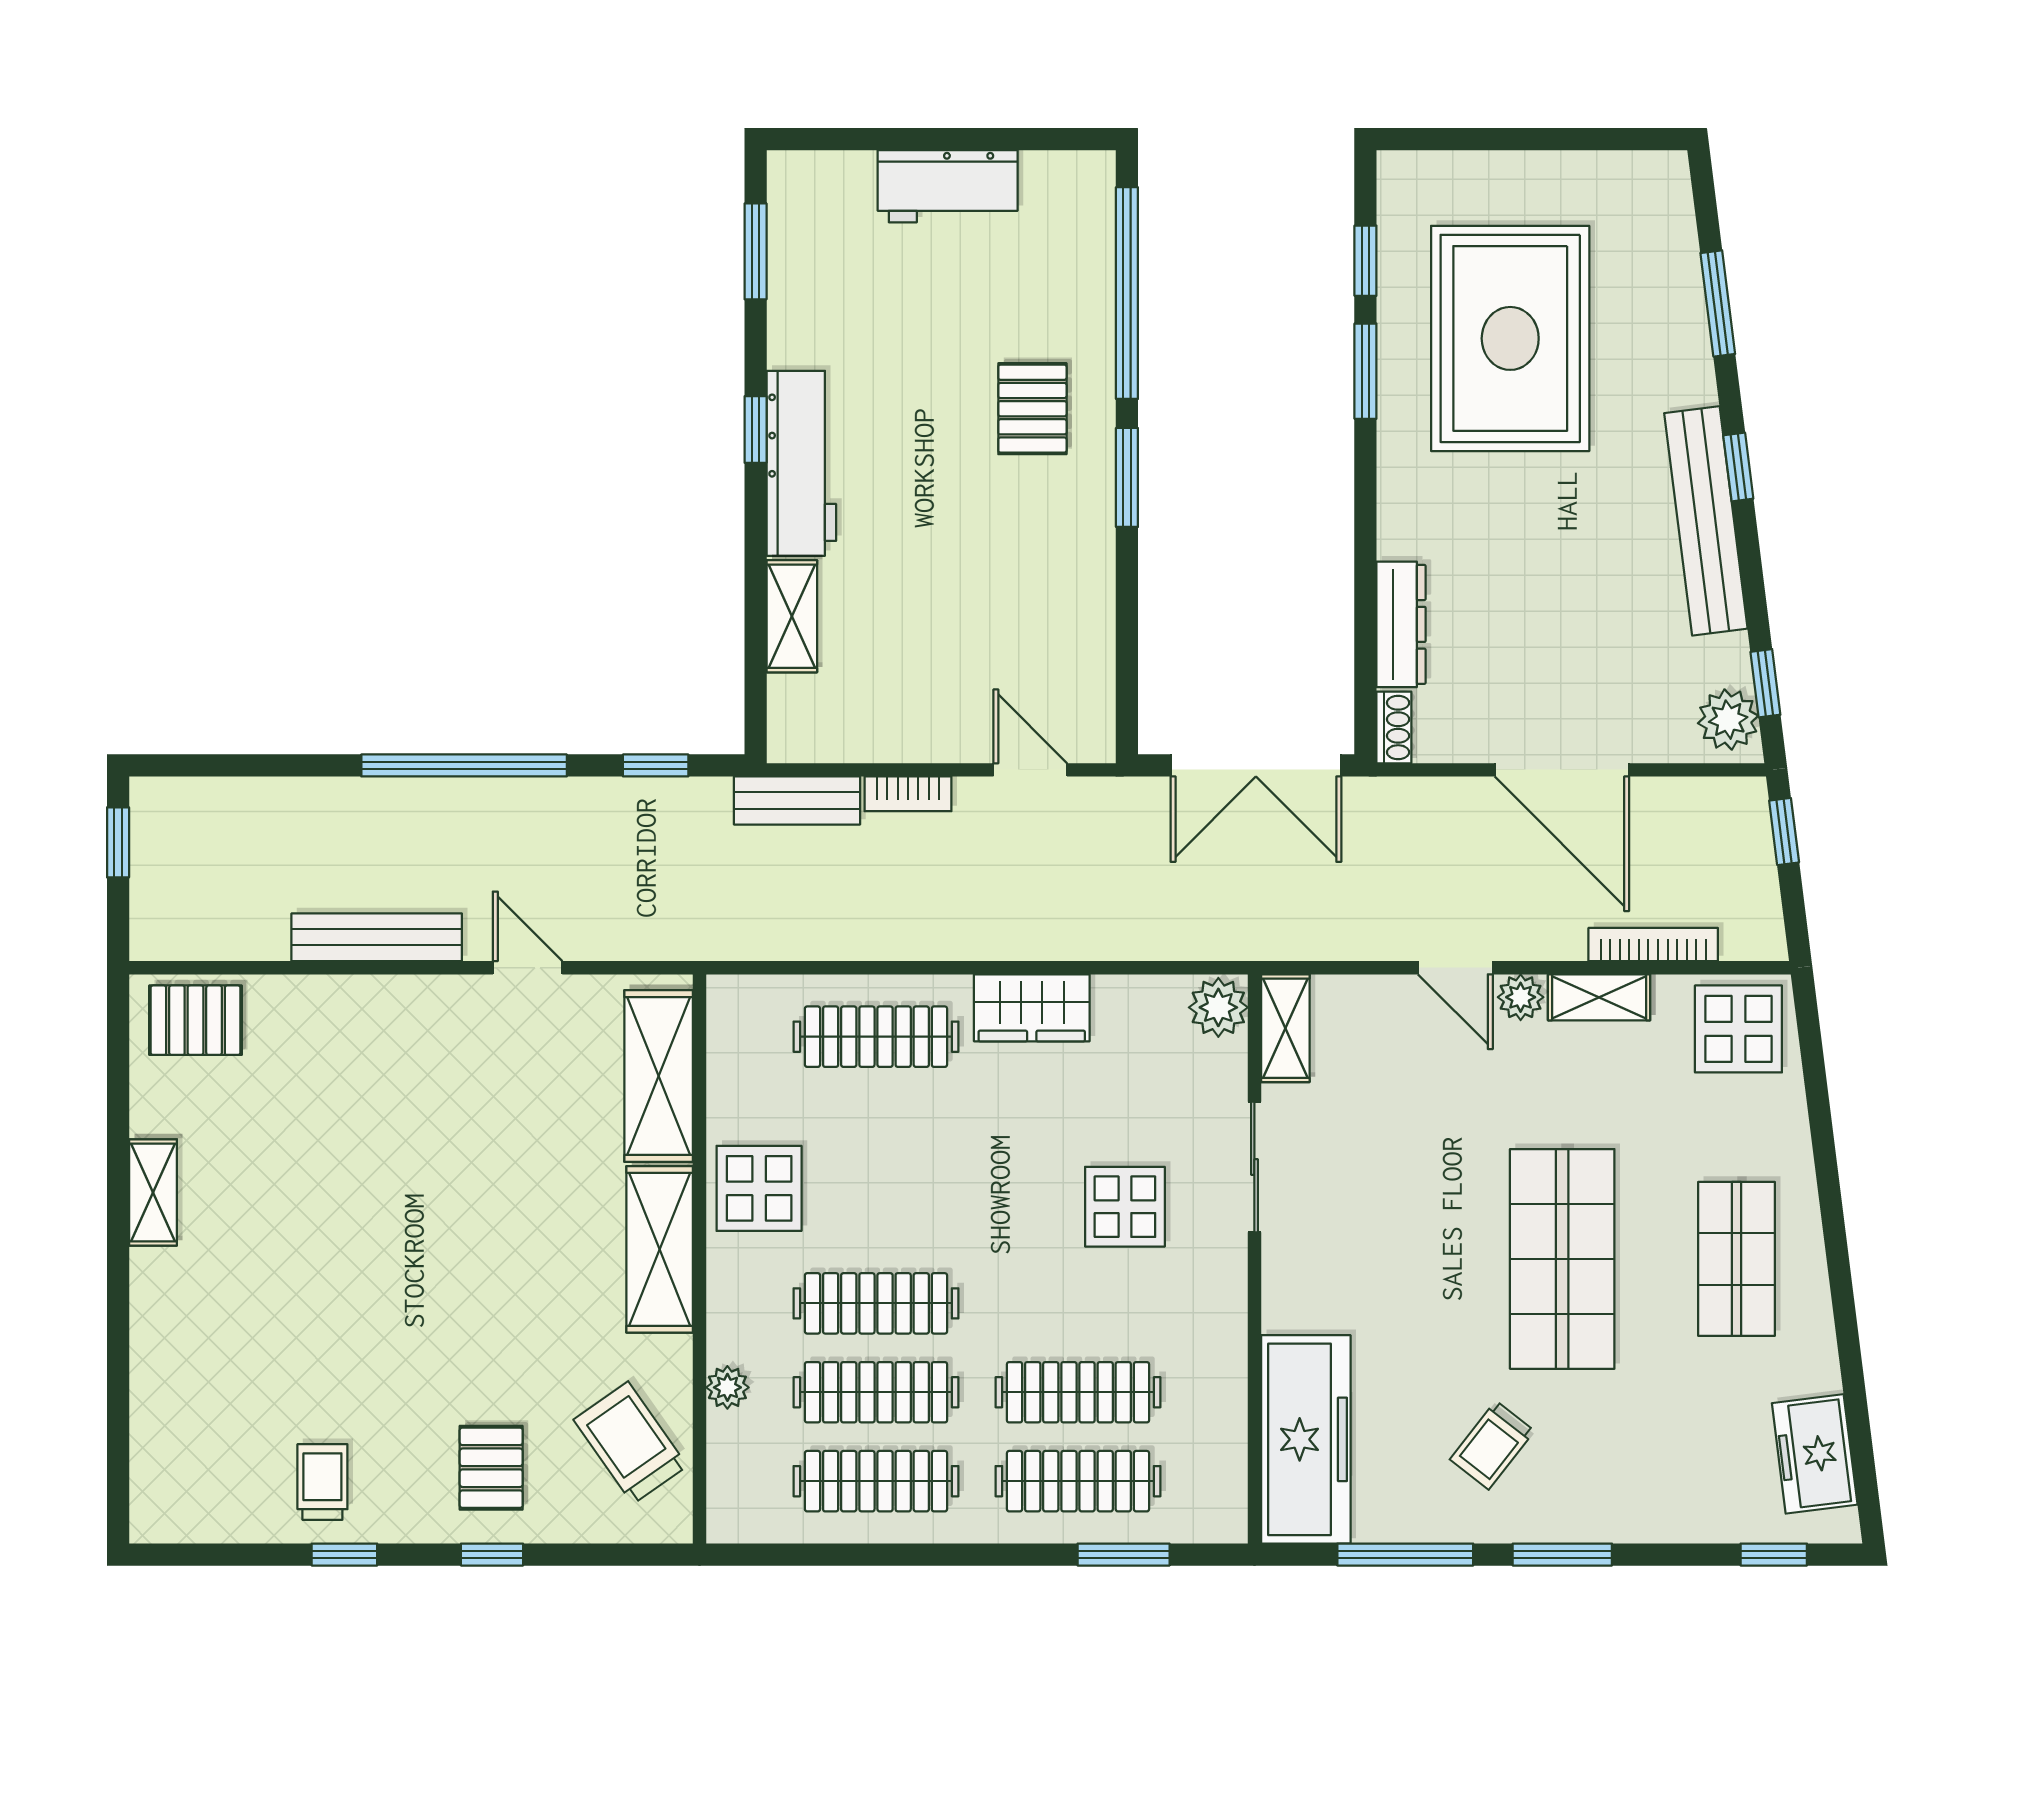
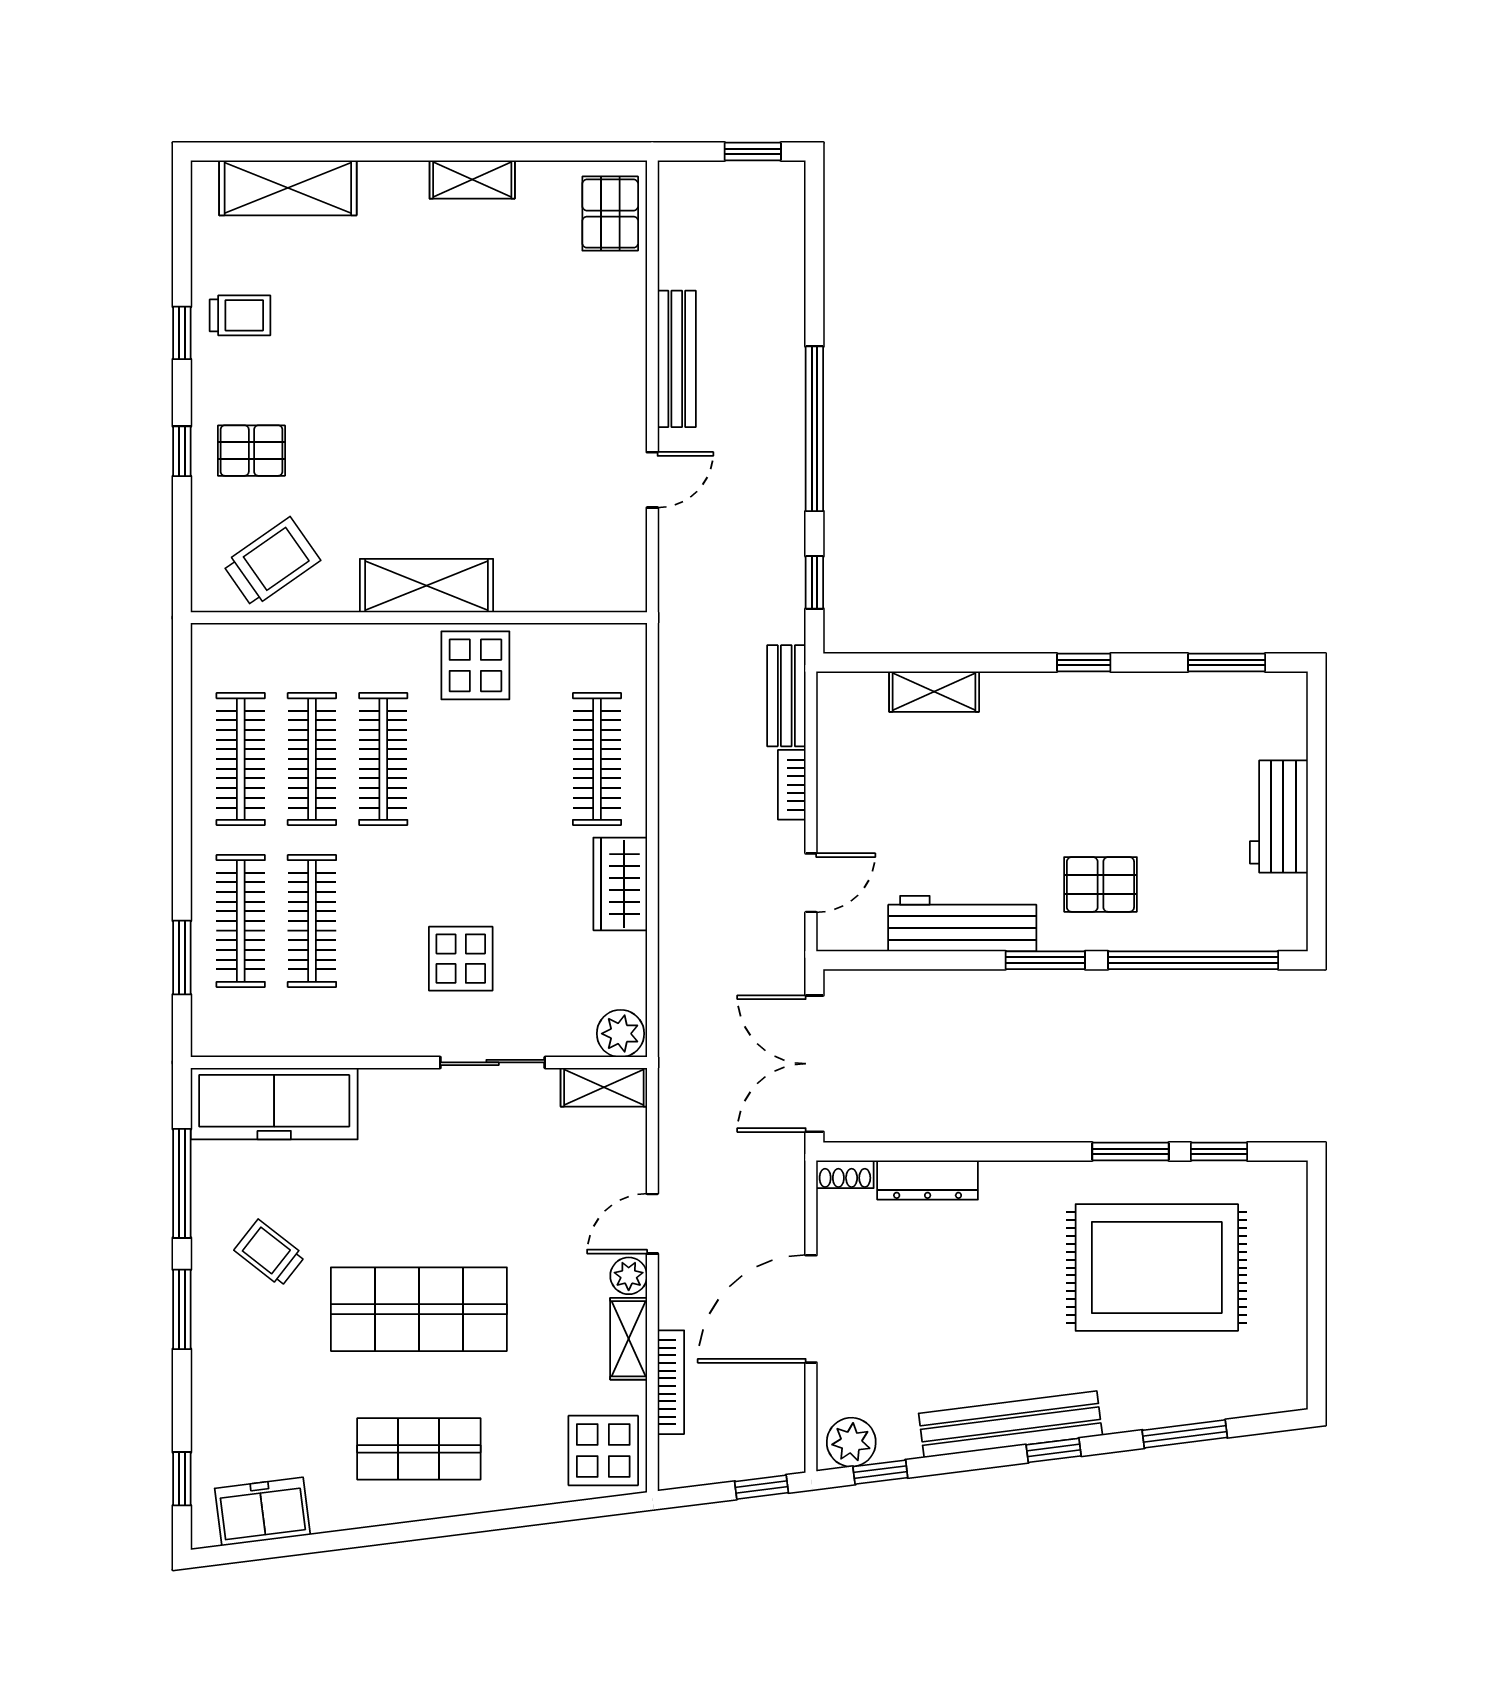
workbench: (801, 463) -> (962, 924), moved, turned 180
shelving: (659, 1076) -> (288, 188), moved
plant: (727, 1387) -> (316, 640), removed

